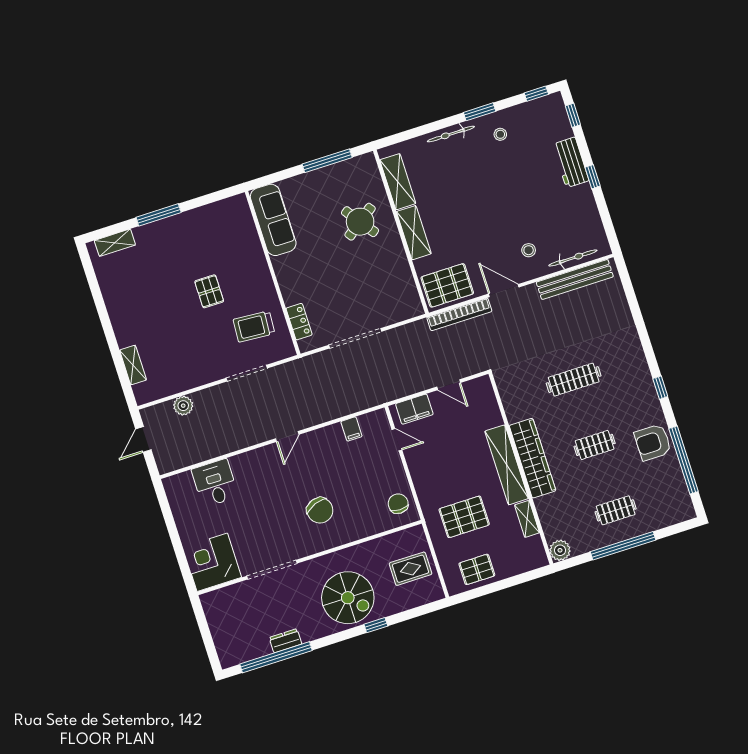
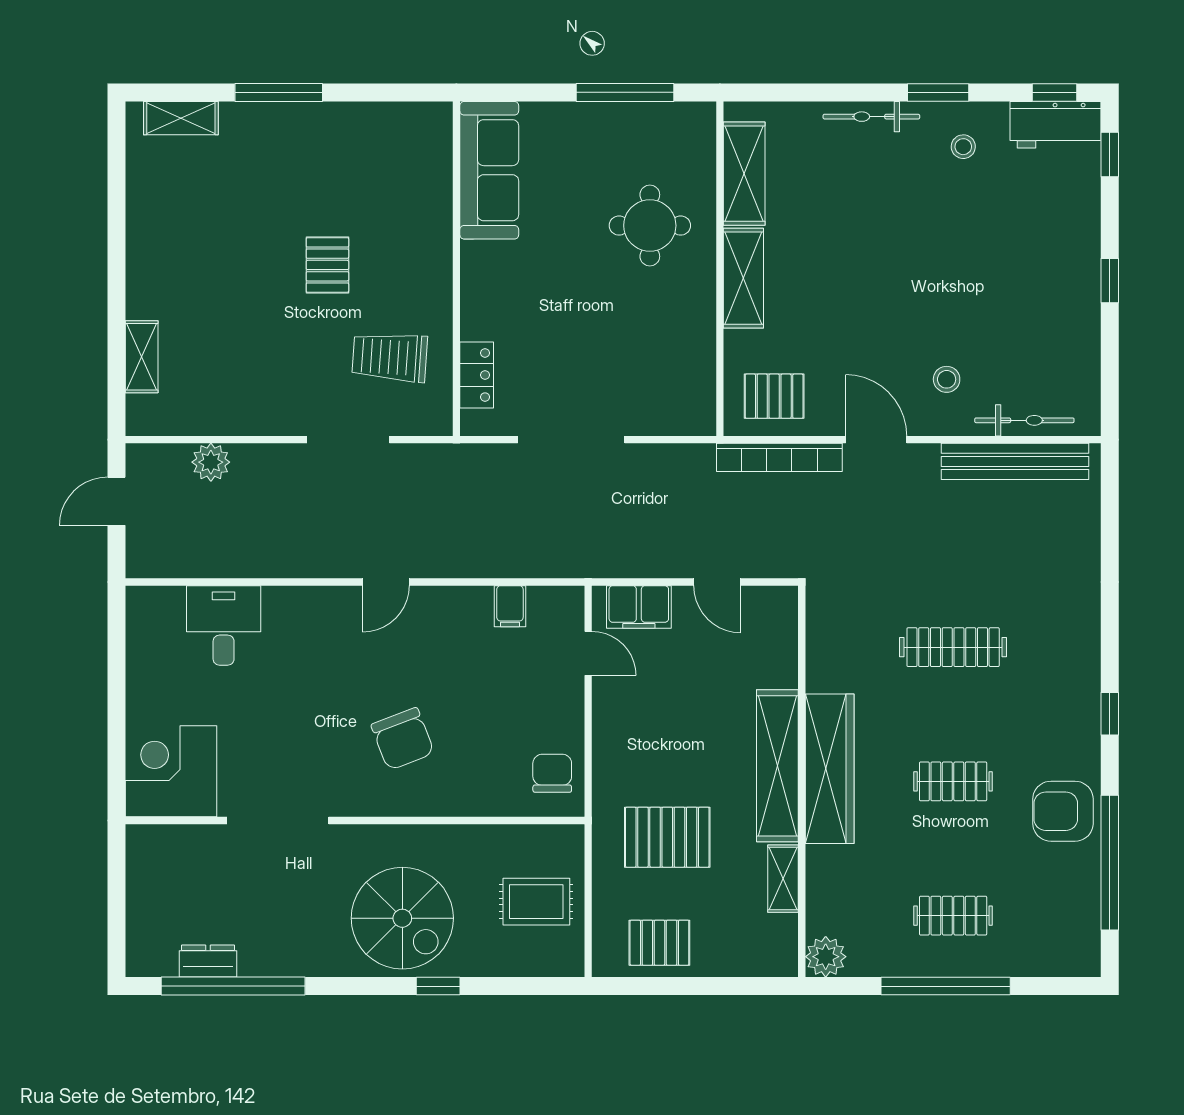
workbench: (571, 162) -> (1056, 125), moved, turned -90
round table: (360, 222) -> (650, 226), turned 36
pallet: (447, 285) -> (774, 396), width x0.67, depth x0.71
dresser: (286, 641) -> (208, 961), moved

